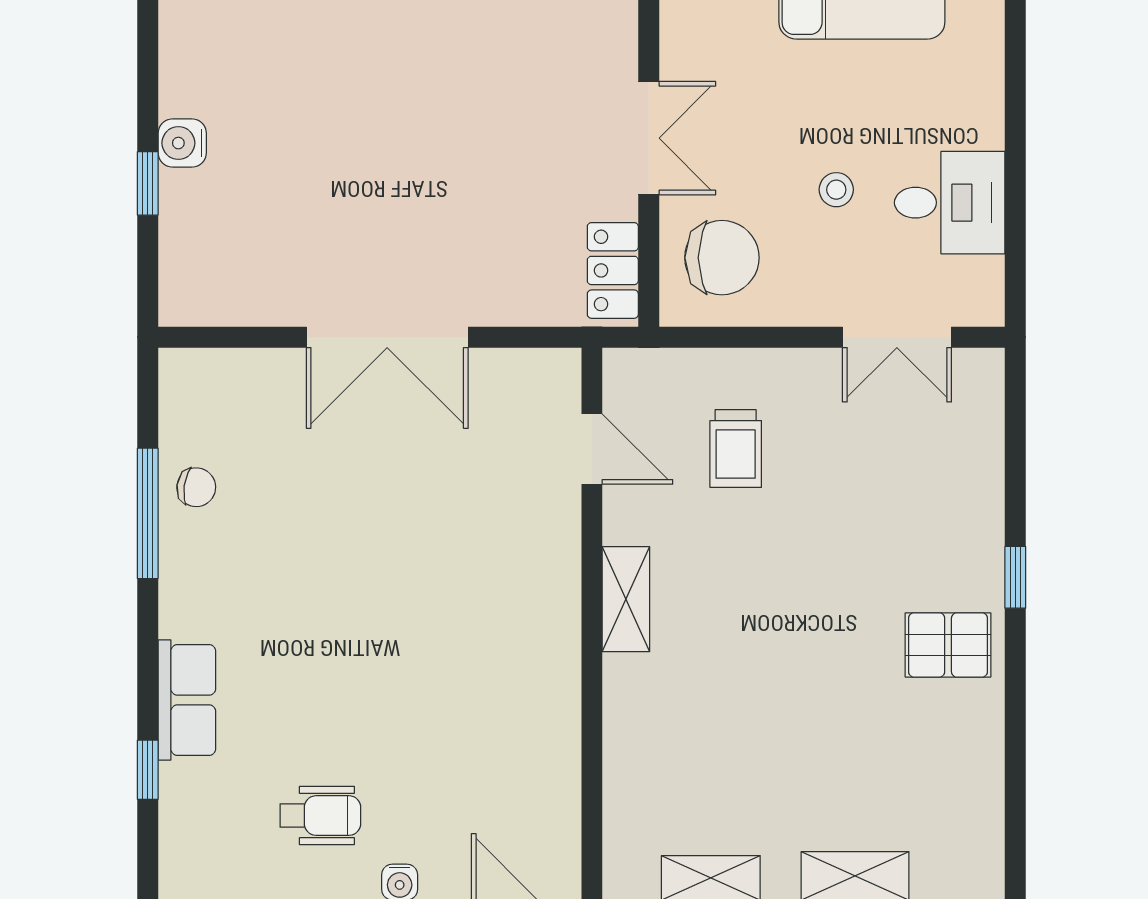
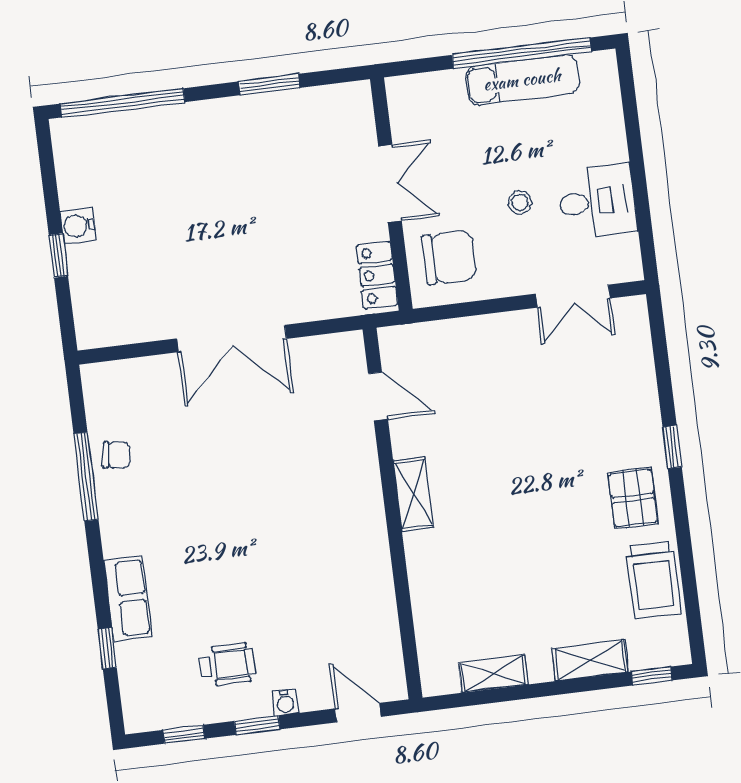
trolley: (736, 449) -> (653, 580), moved, width x1.36, depth x1.39
pallet: (948, 645) -> (633, 498), turned 90

